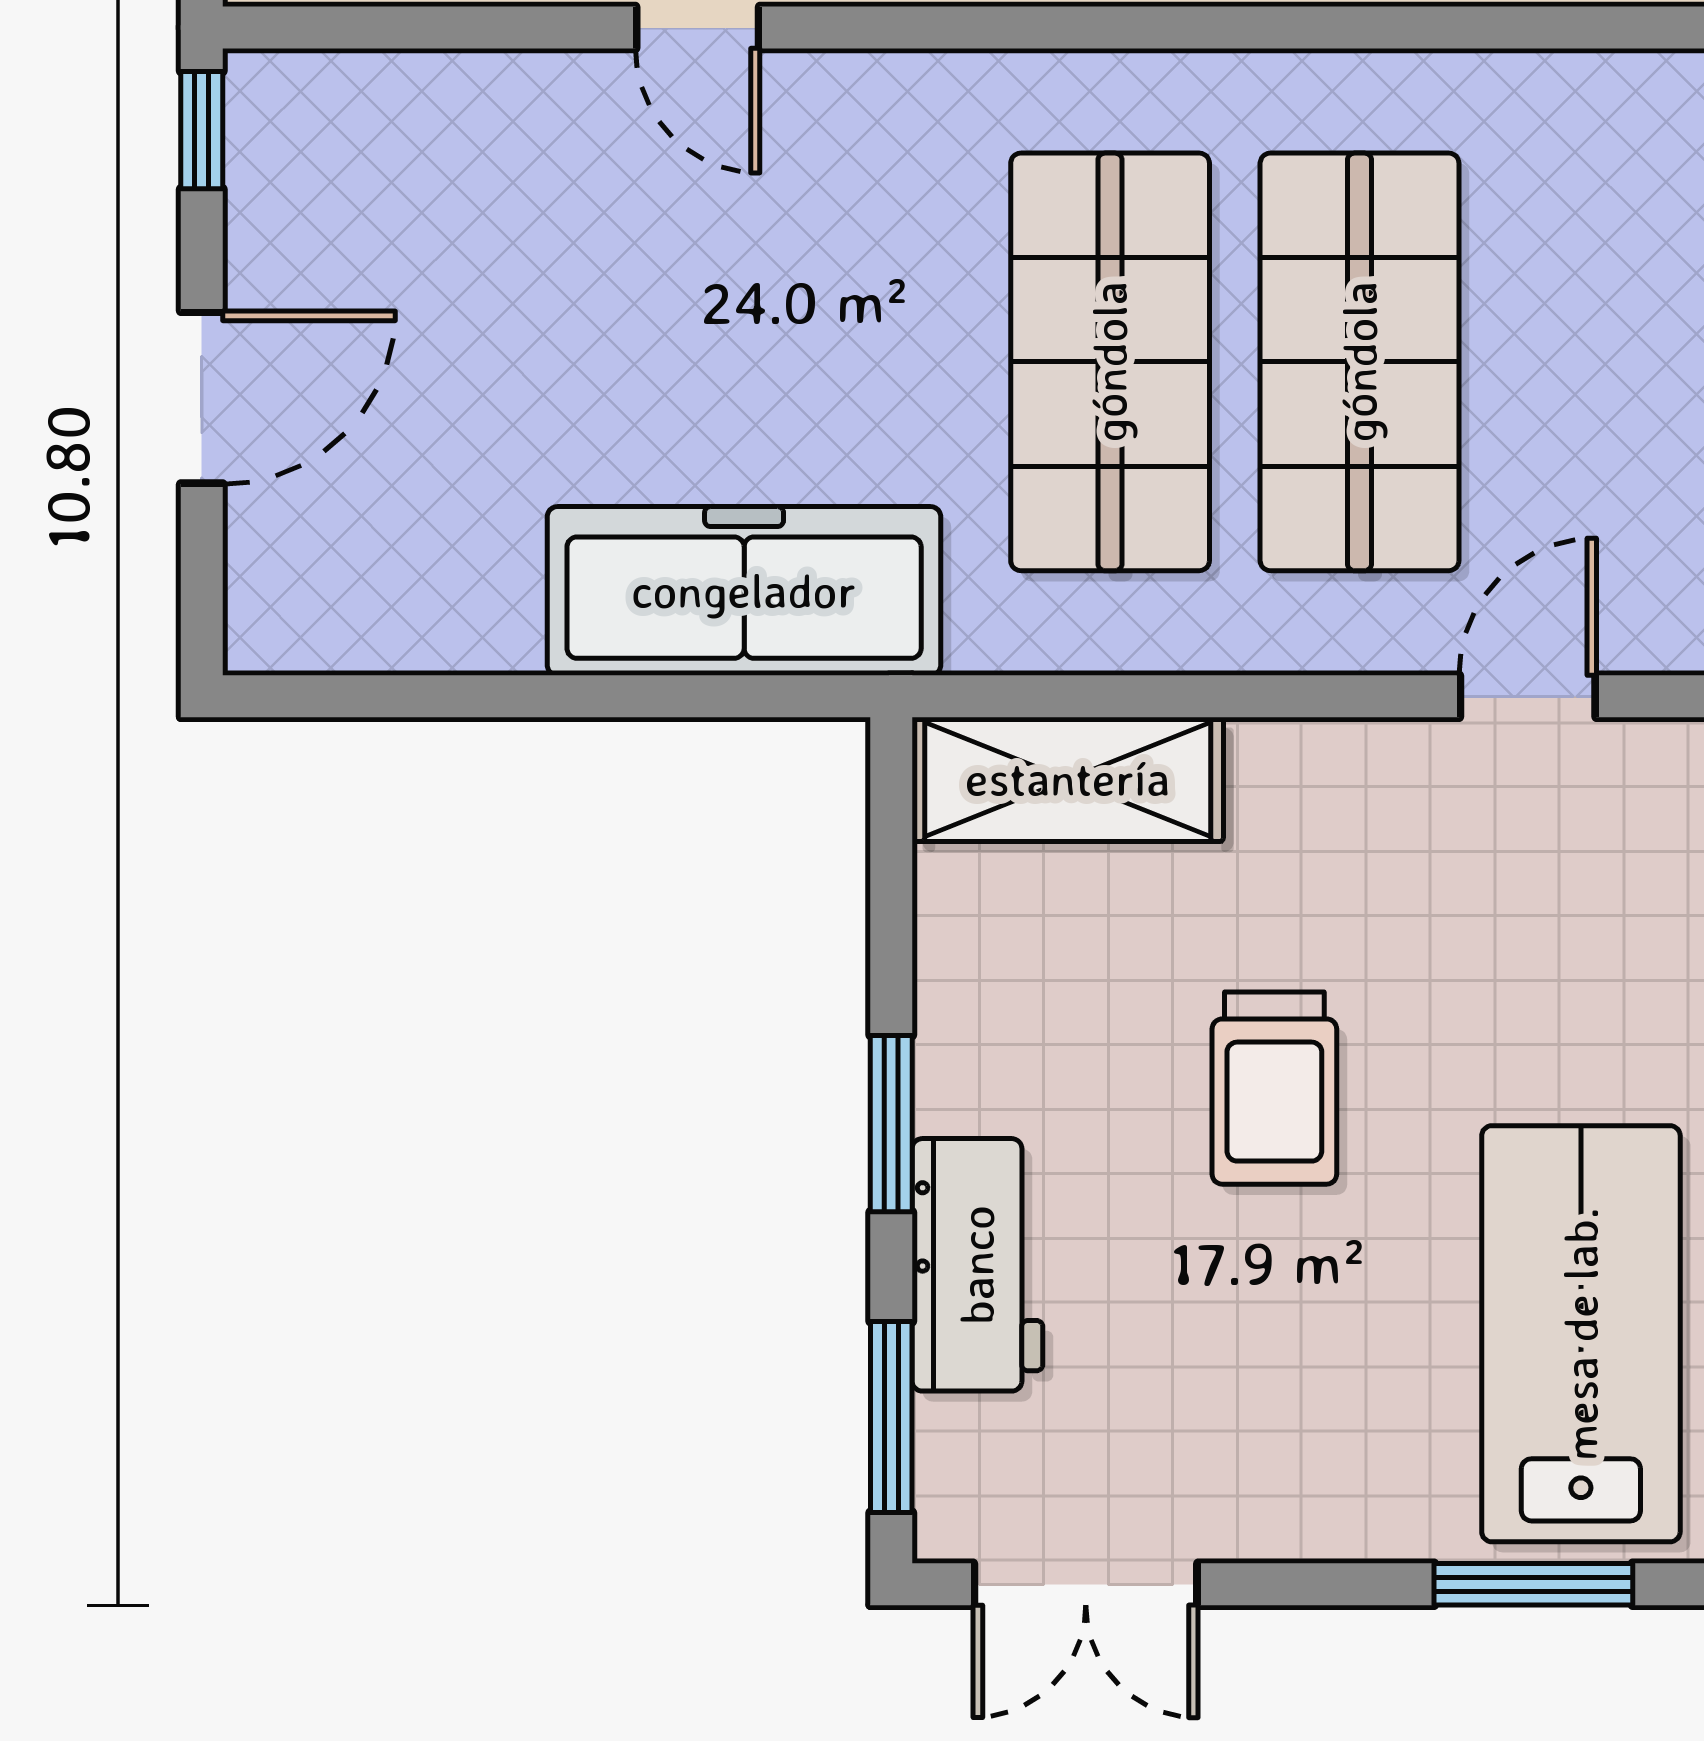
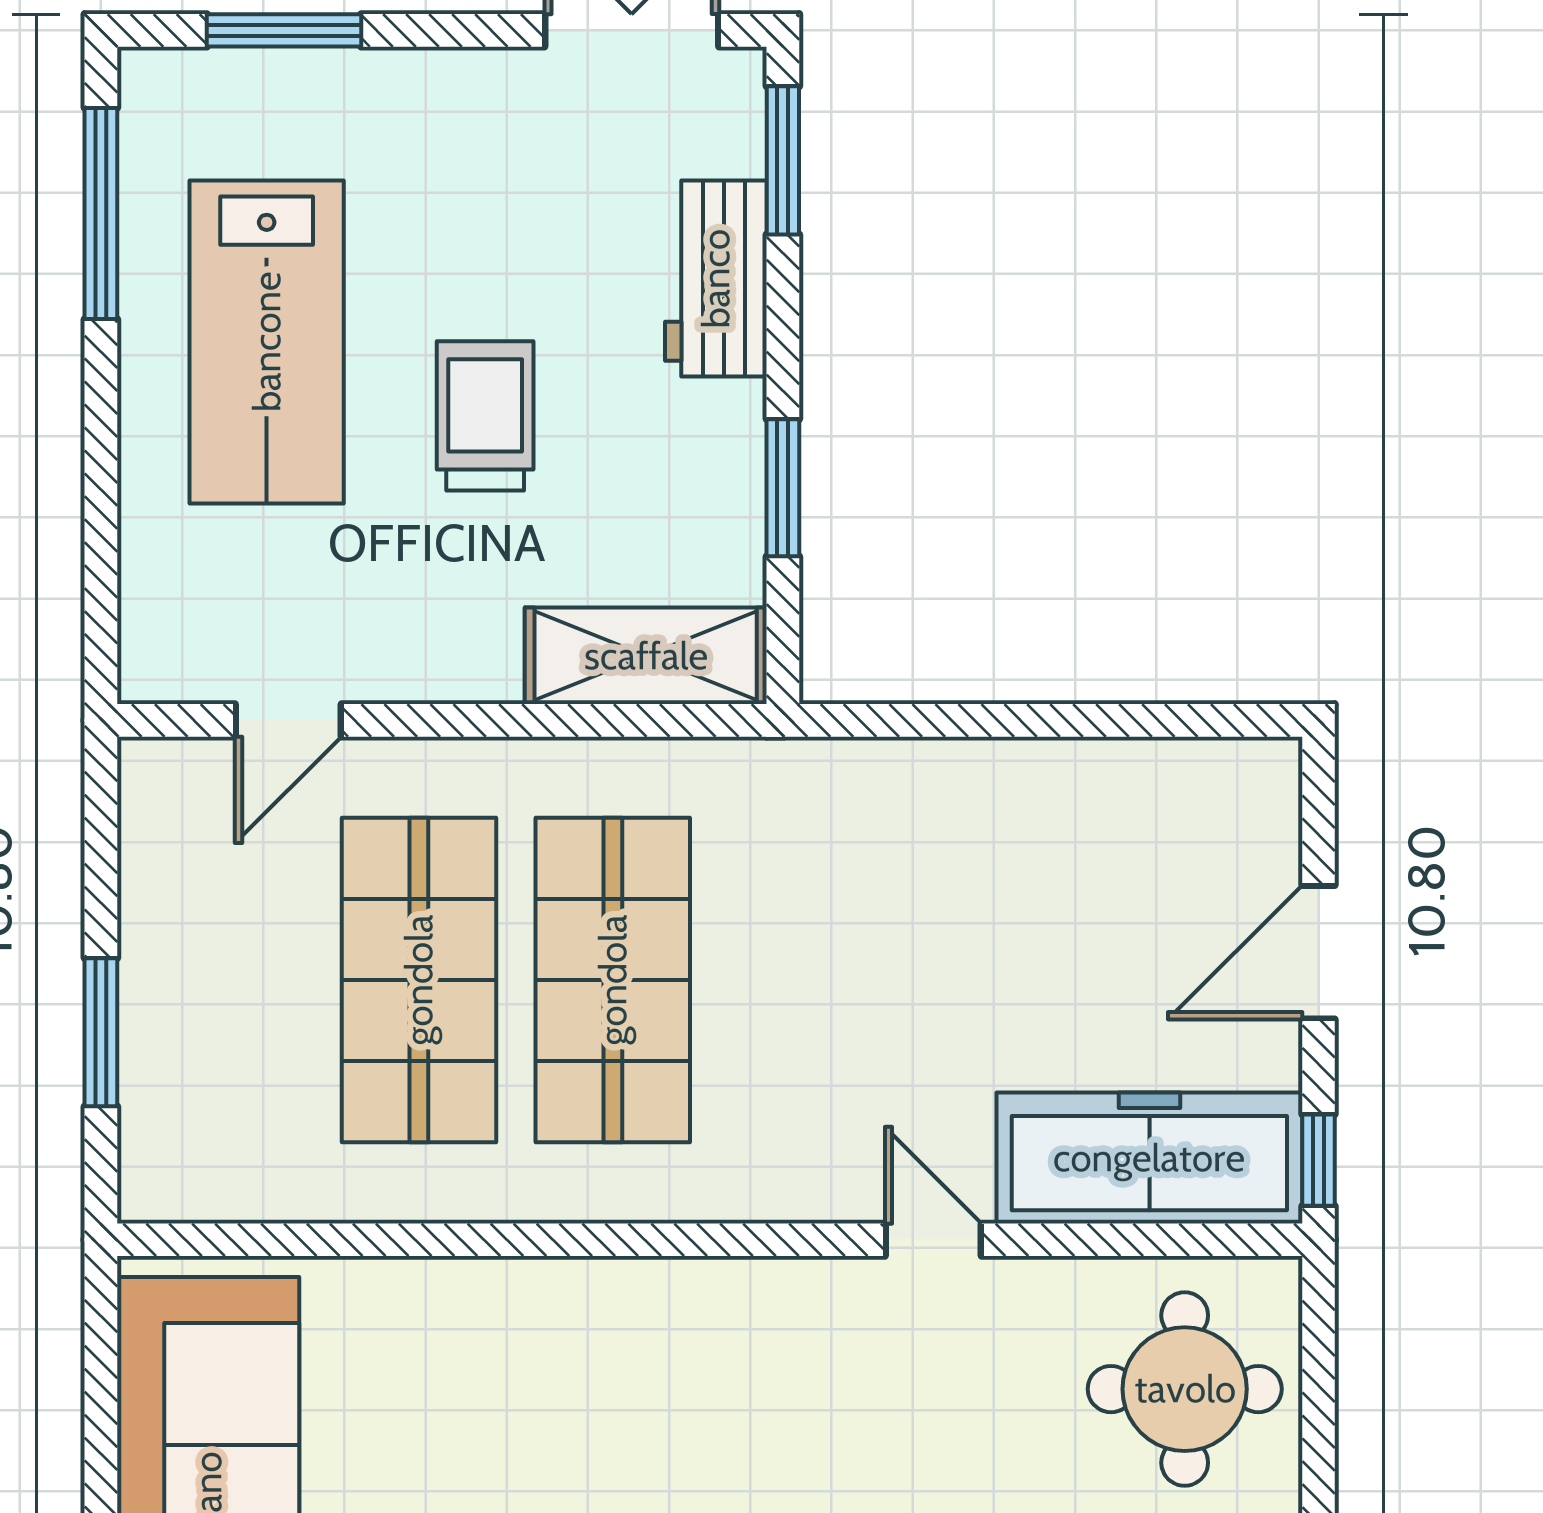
freezer: (744, 591) -> (1149, 1158), moved, turned 180
window: (891, 1124) -> (783, 488), moved
lab bench: (1581, 1334) -> (267, 342), moved

